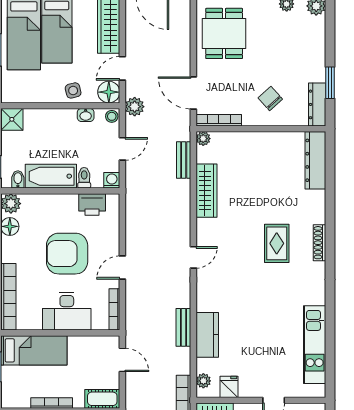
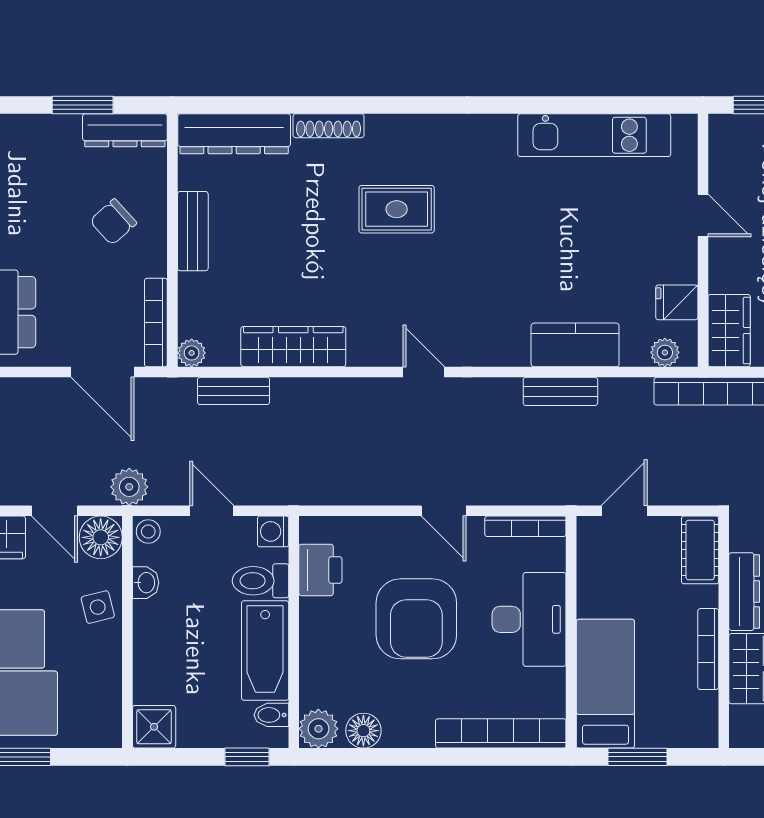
door: (193, 93) -> (102, 372), hinge flipped
bench: (266, 139) -> (193, 231), added
toilet: (84, 178) -> (260, 581), width x1.37, depth x1.39
shoe rack: (319, 243) -> (329, 126), moved

